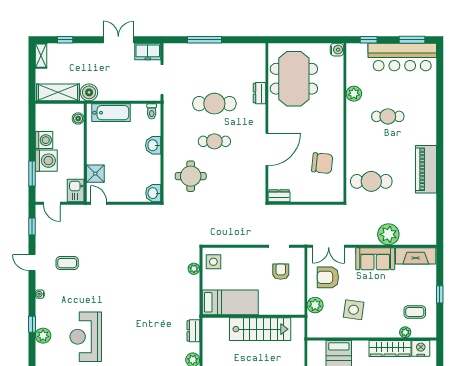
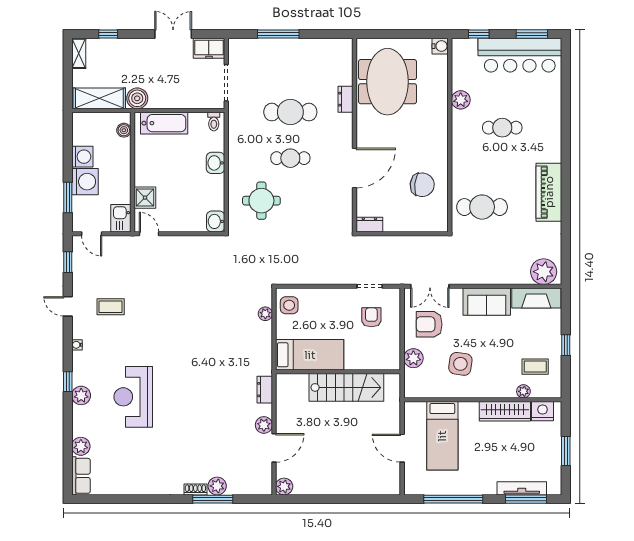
plant: (388, 234) -> (544, 272), moved

